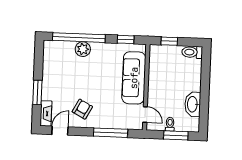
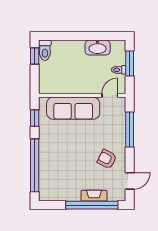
window: (169, 41) -> (35, 56), moved
plant: (83, 49) -> (46, 161), removed
window: (37, 92) -> (92, 205), width x2.11
fireplace: (46, 113) -> (94, 196), moved
door: (60, 131) -> (130, 181), swing flipped

